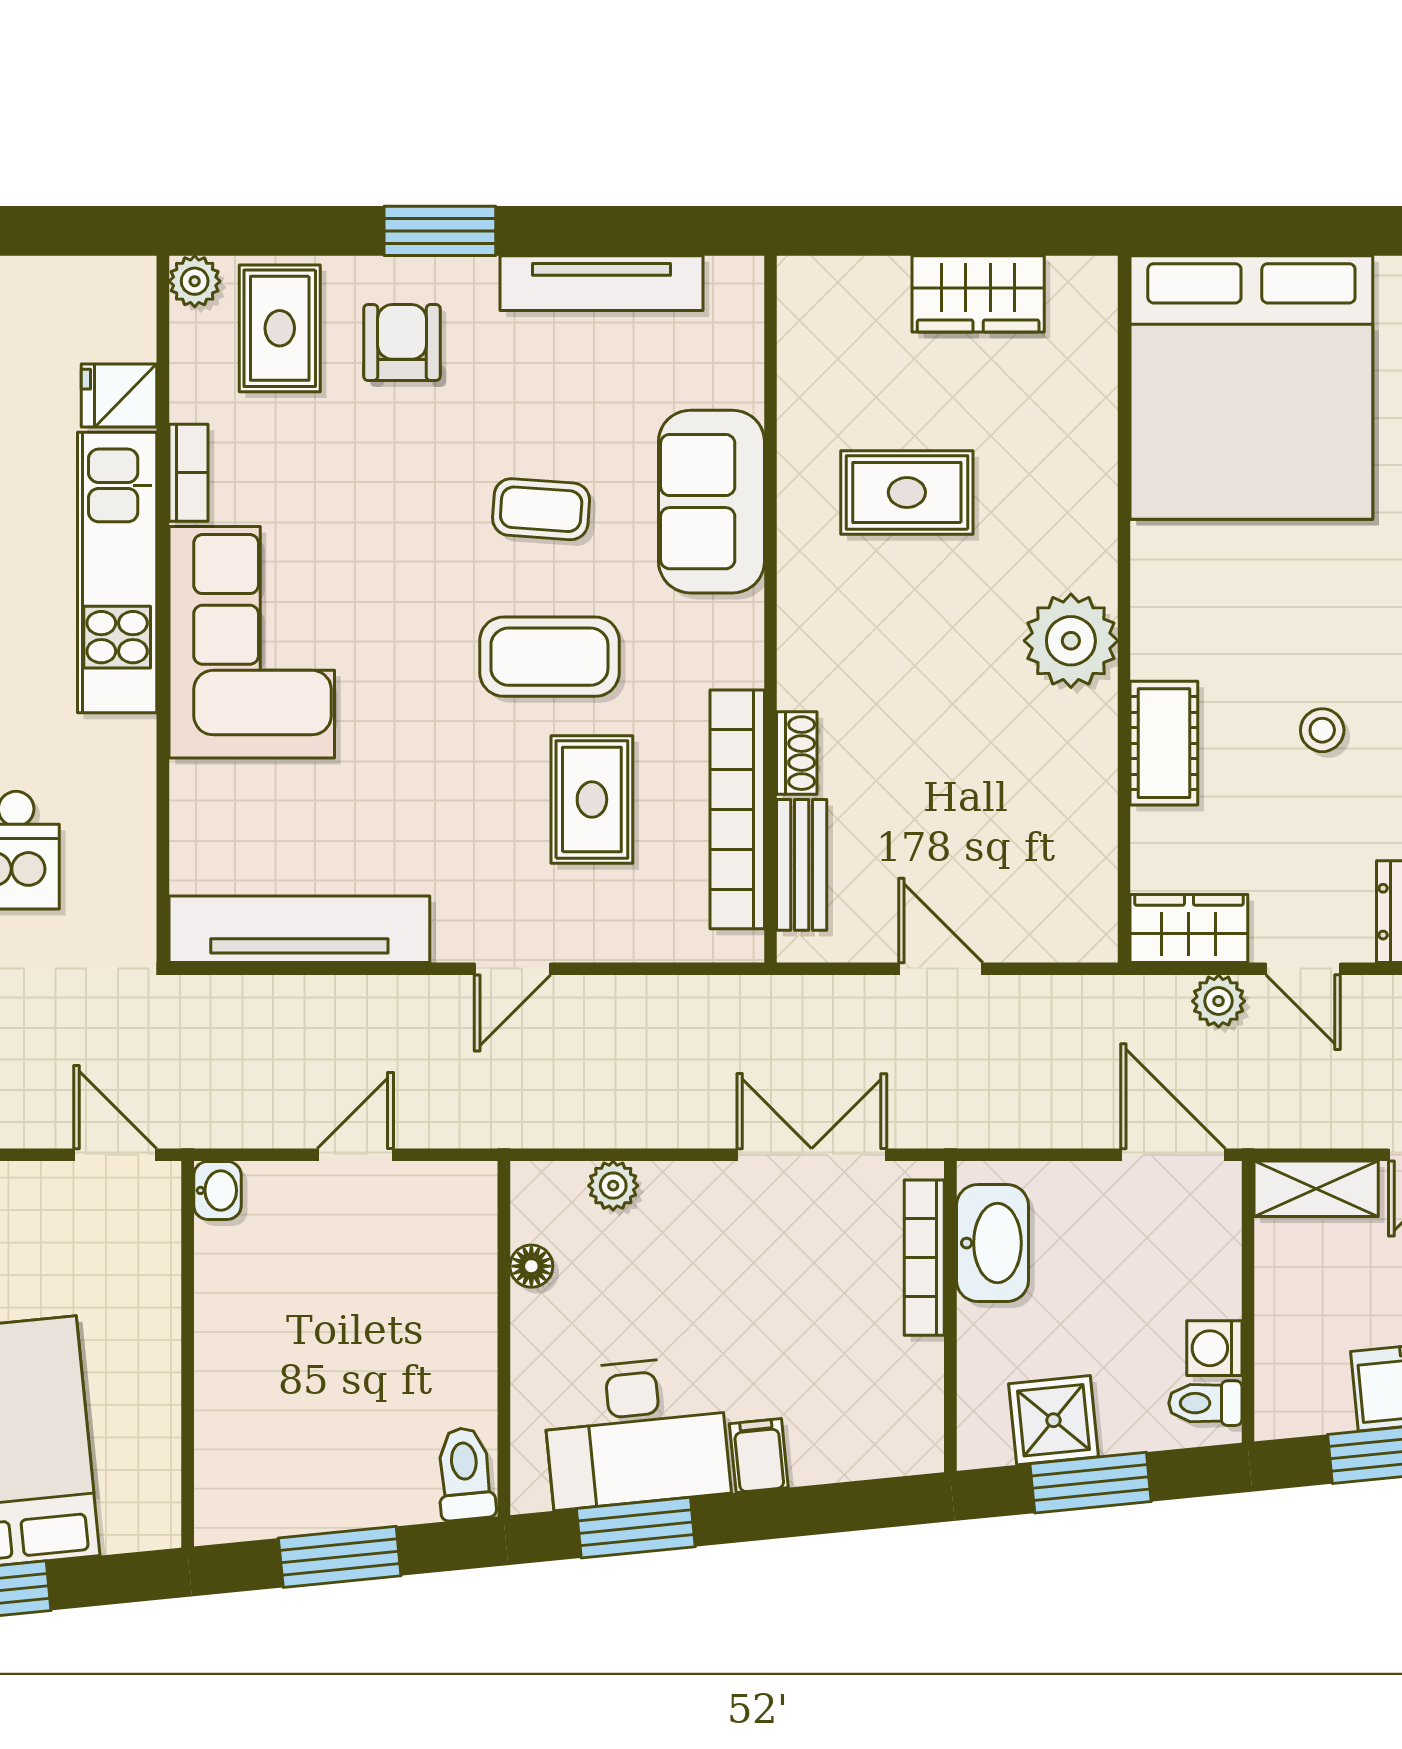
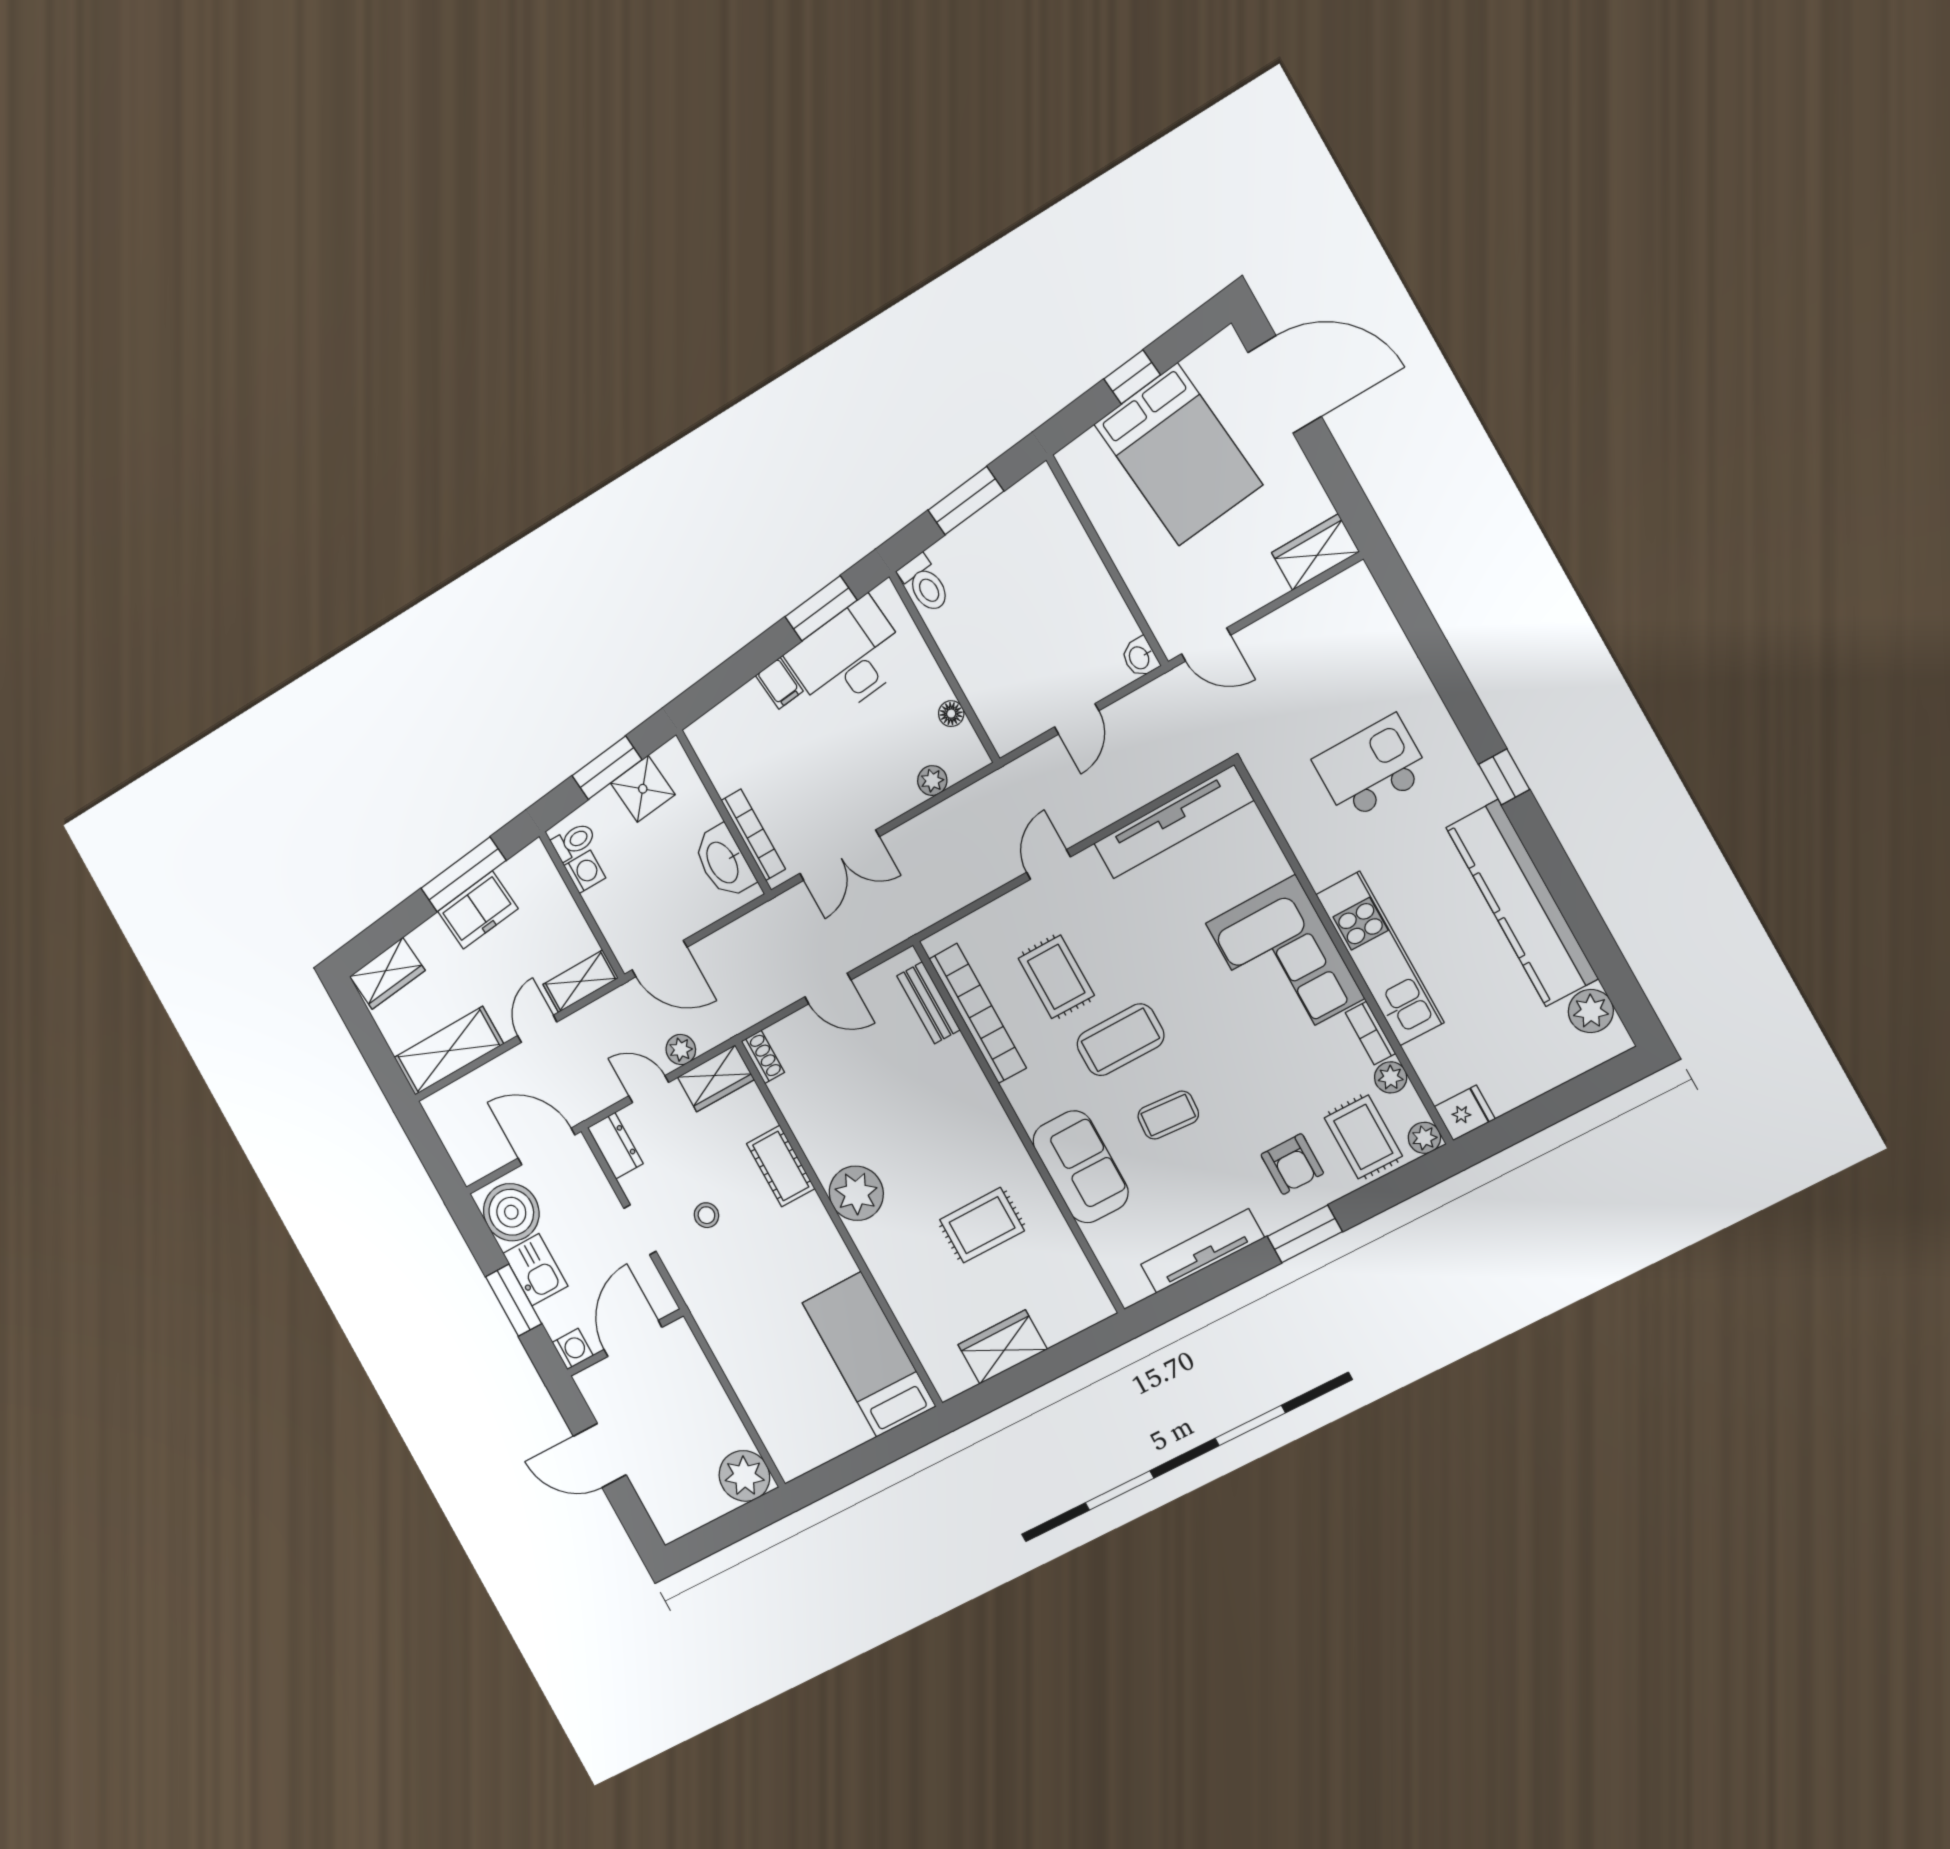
bed: (1251, 387) -> (869, 1355), width x0.49
plant: (195, 394) -> (1391, 1077), added
fridge: (119, 396) -> (1465, 1113), moved
shoe rack: (797, 753) -> (763, 1057), moved, turned 180

